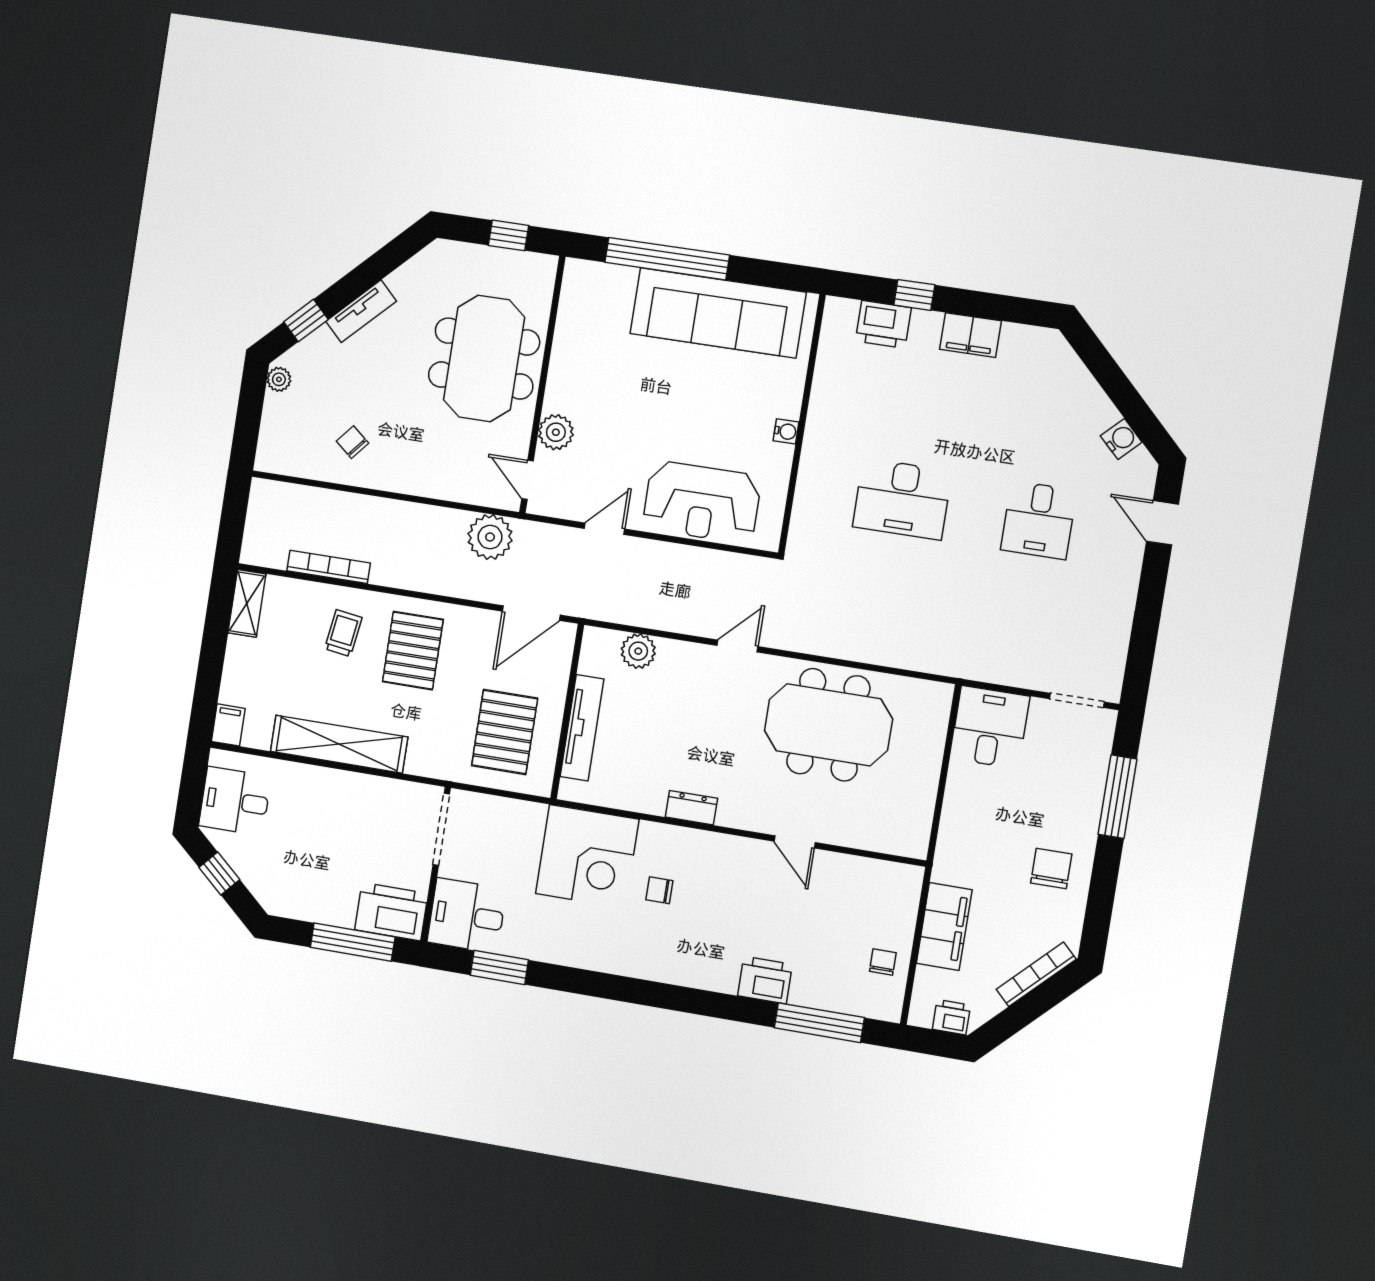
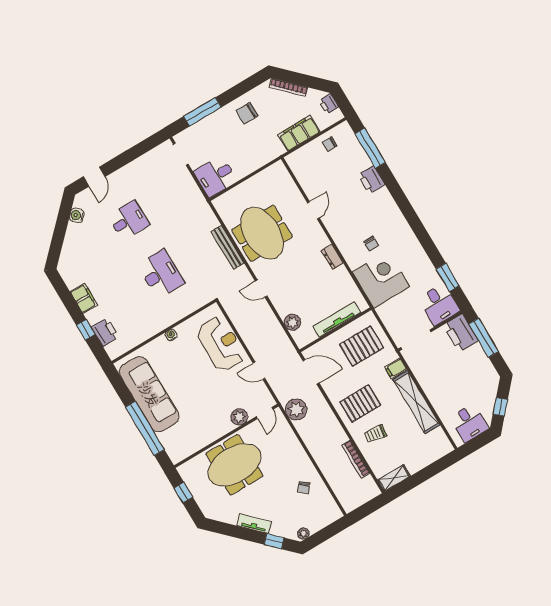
bench: (853, 648) -> (228, 247), added
filing cabinet: (228, 725) -> (396, 368), moved

